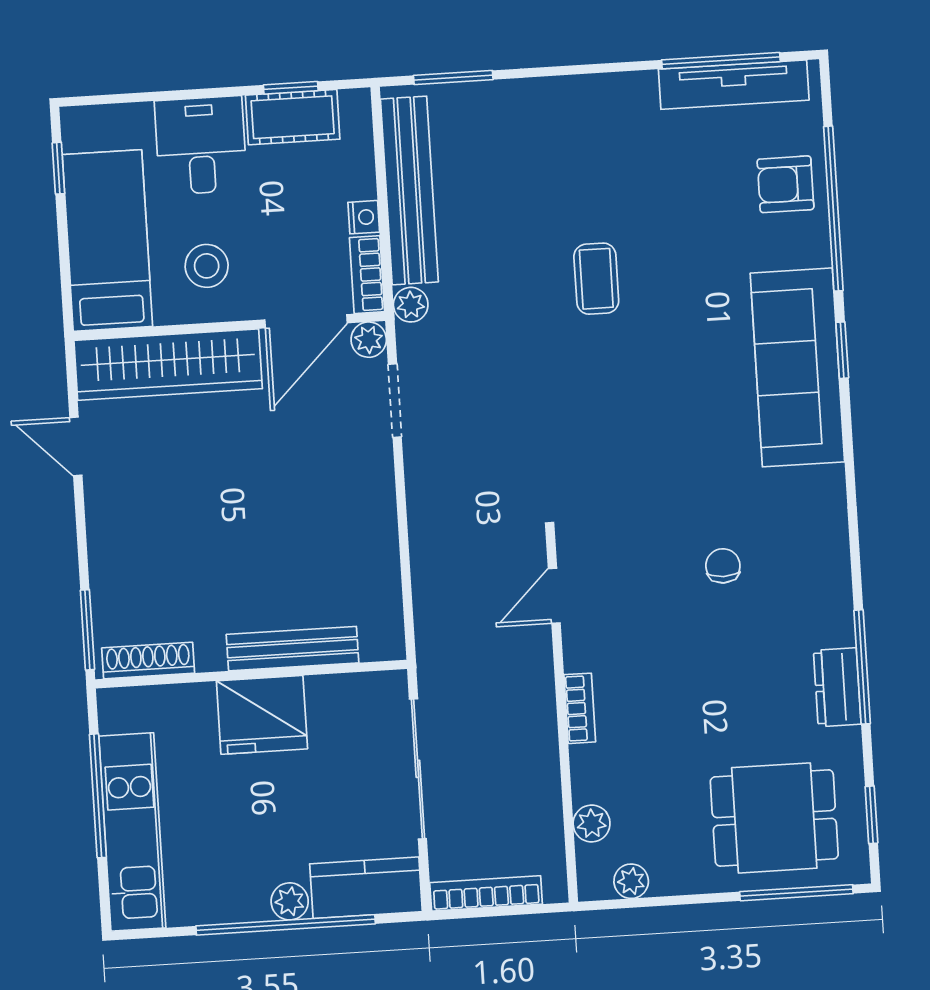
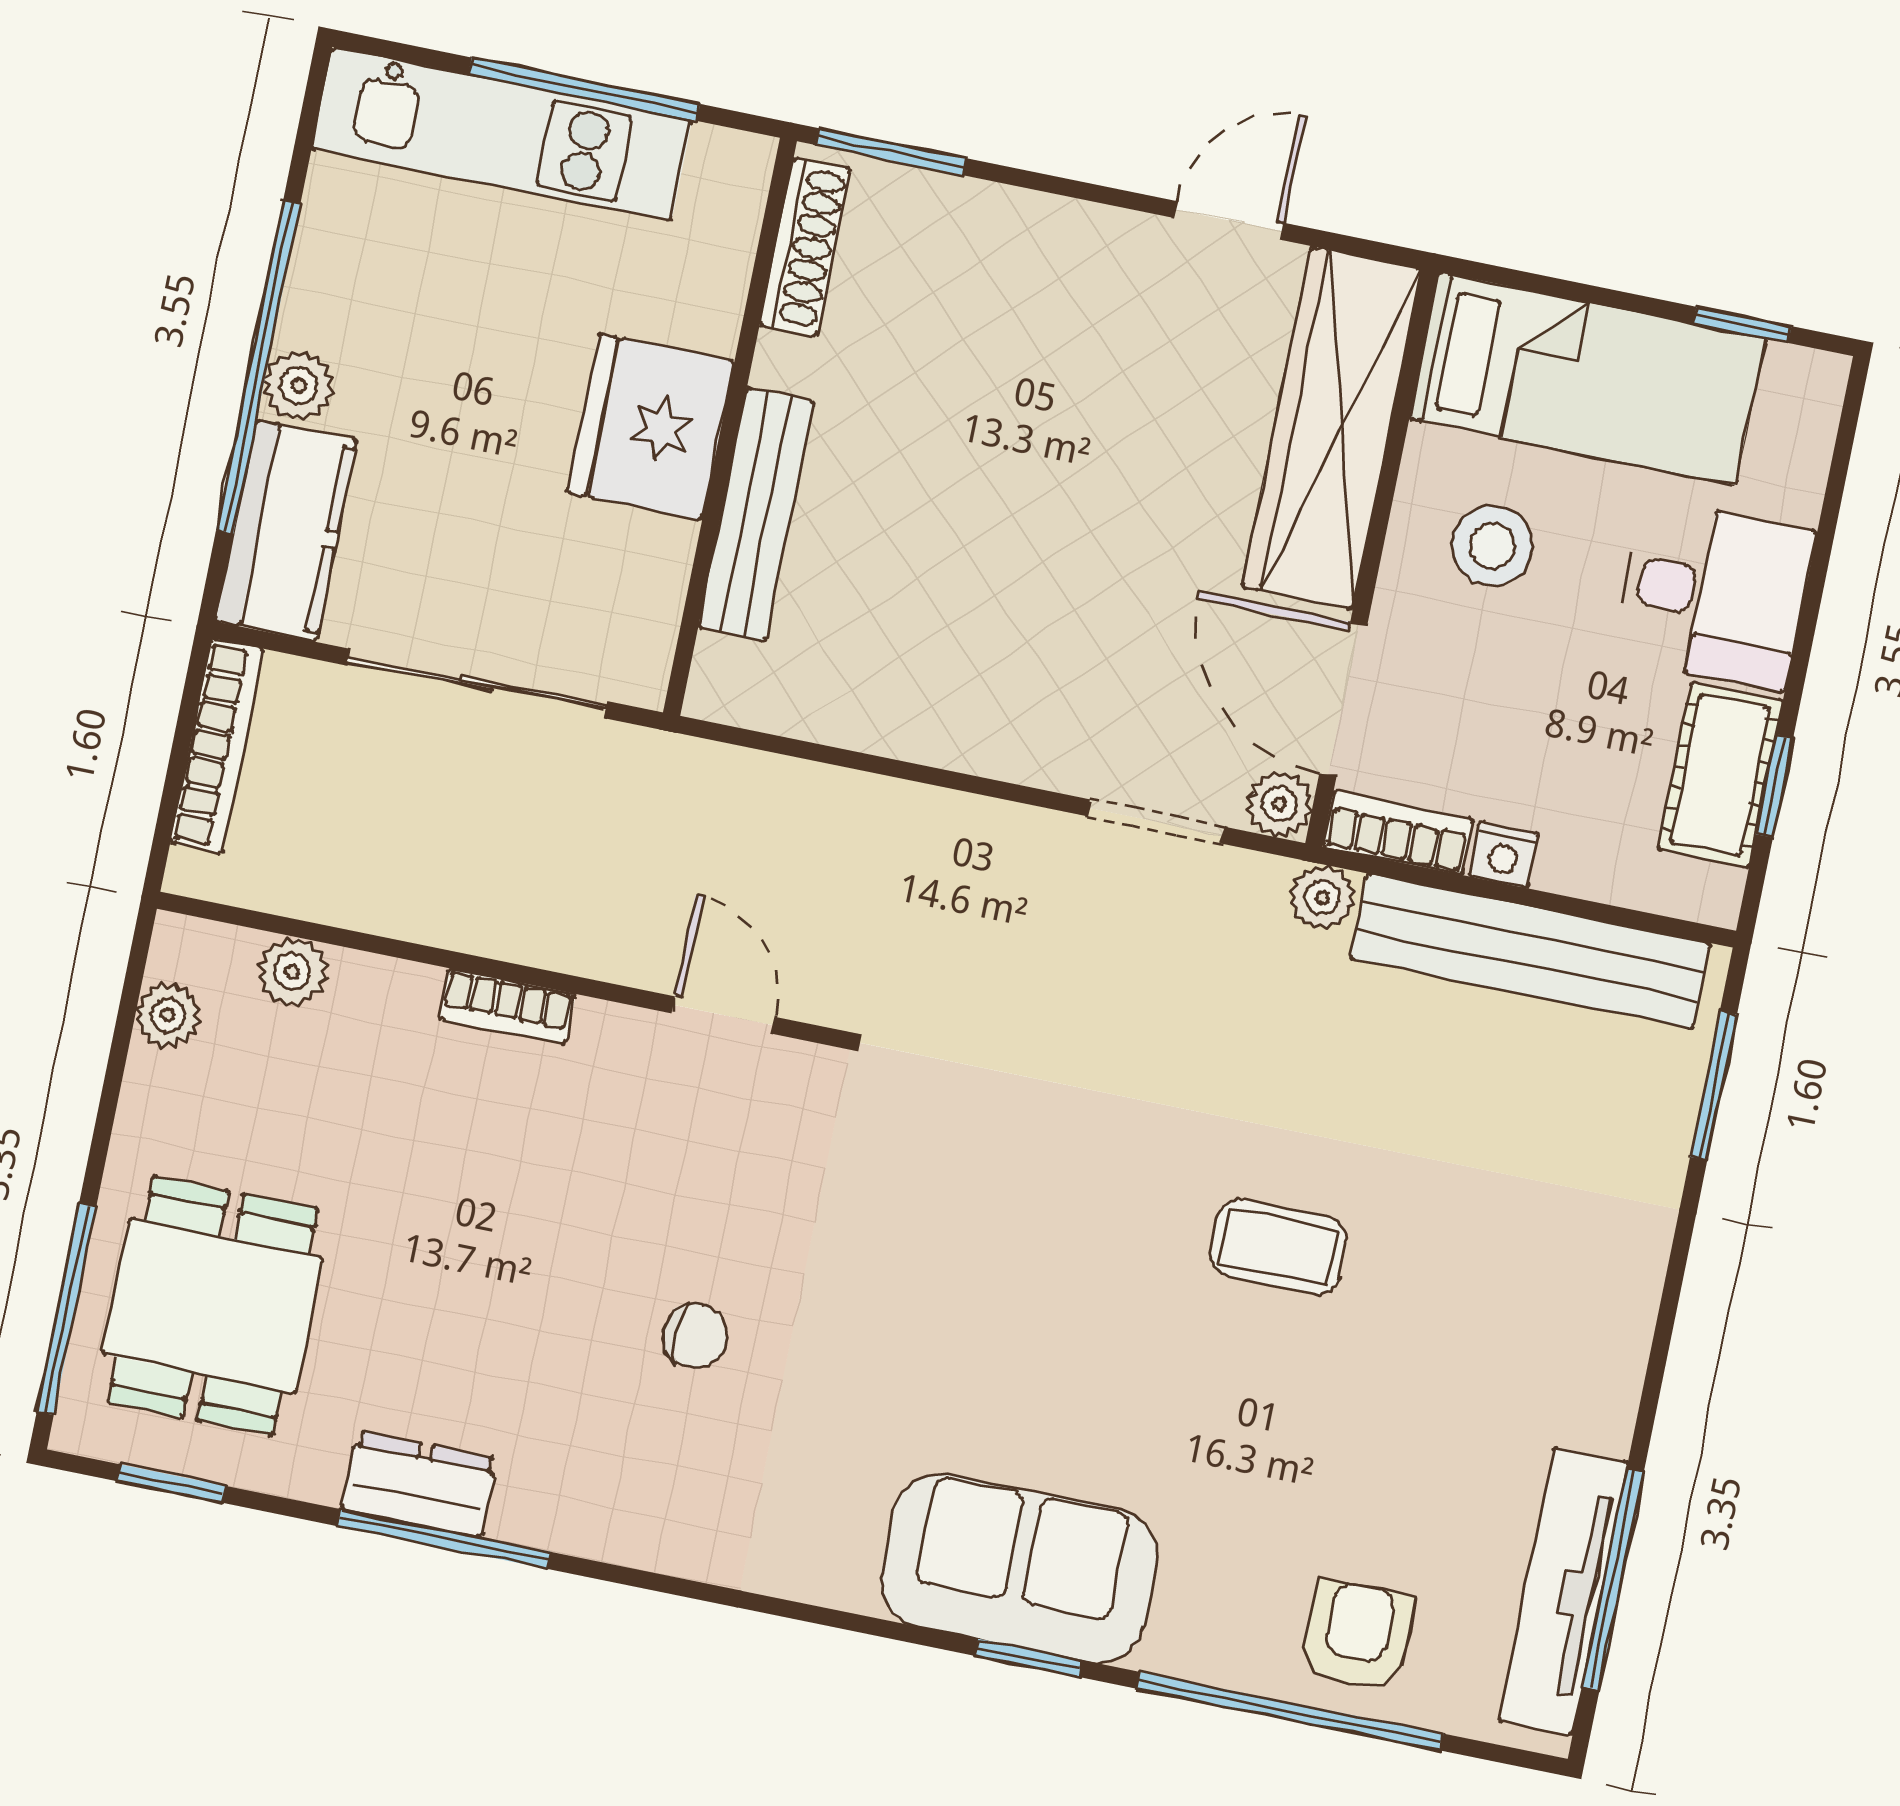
sofa: (797, 367) -> (1019, 1568), width x0.73

